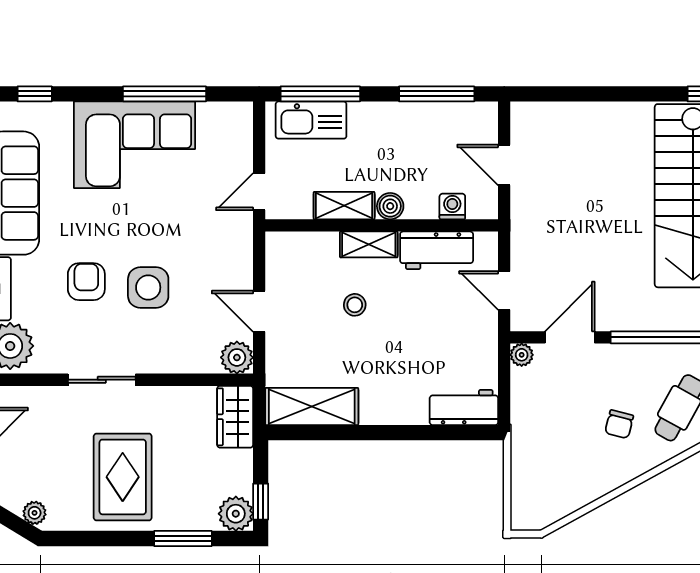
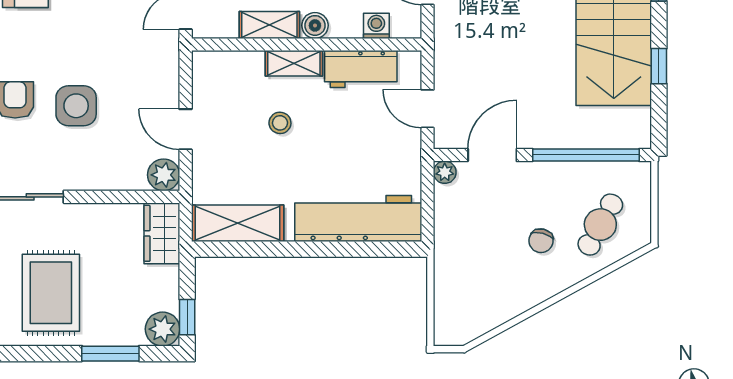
workbench: (464, 407) -> (358, 219), width x1.88, depth x1.32

